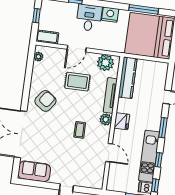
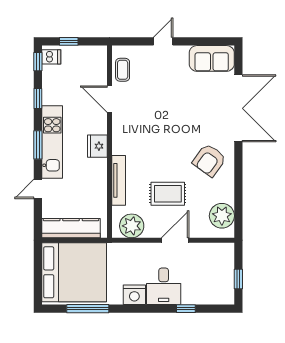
cot: (47, 37) -> (219, 251), removed
plant: (38, 57) -> (222, 216), width x1.88, depth x1.88
kitchen counter: (128, 78) -> (71, 228), moved, turned 90
plant: (106, 119) -> (120, 145), removed
coffee table: (80, 130) -> (123, 70), moved
kitchen unit: (149, 156) -> (52, 142), moved

